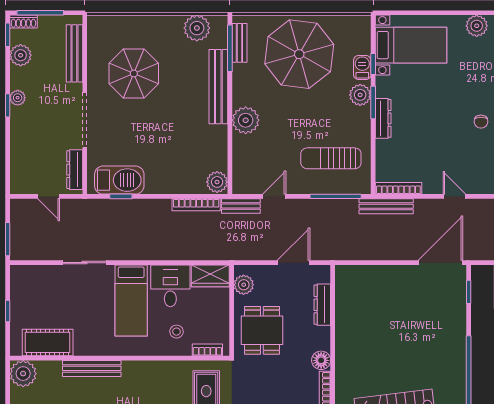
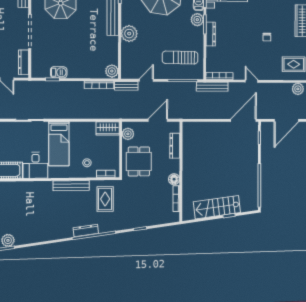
barbecue: (119, 180) -> (59, 72), width x0.53, depth x0.65
desk: (170, 286) -> (36, 165), moved, turned 180
bench: (92, 368) -> (71, 186), moved

